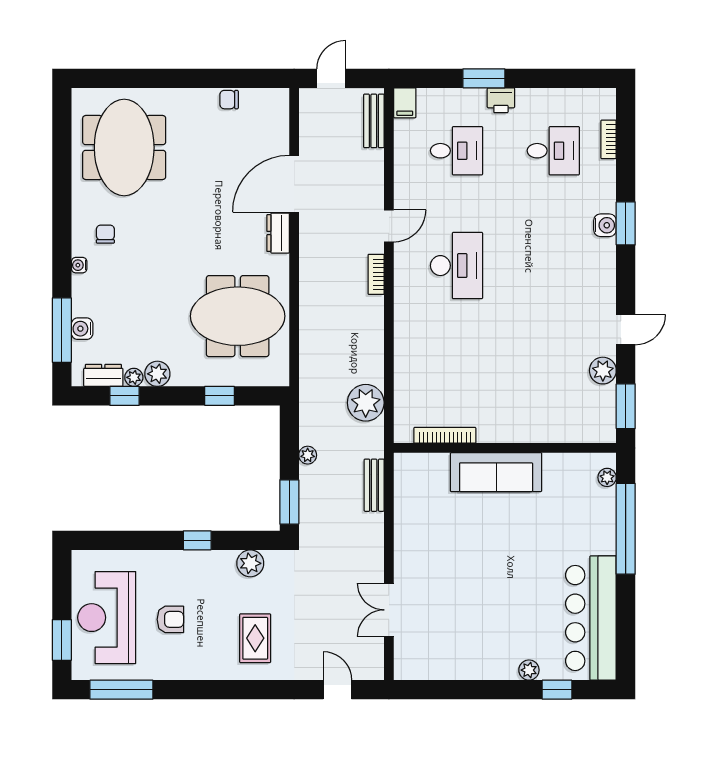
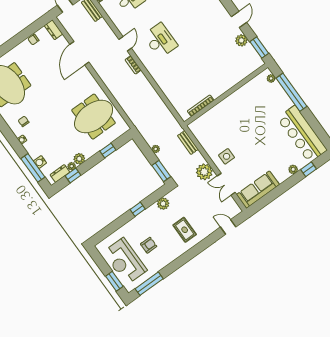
dresser: (278, 233) -> (54, 30), moved
plant: (366, 403) -> (204, 172), moved
sofa: (496, 472) -> (258, 190), moved, turned 180
side table: (426, 560) -> (227, 156), added

